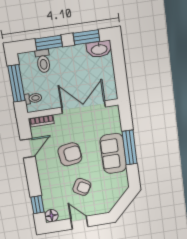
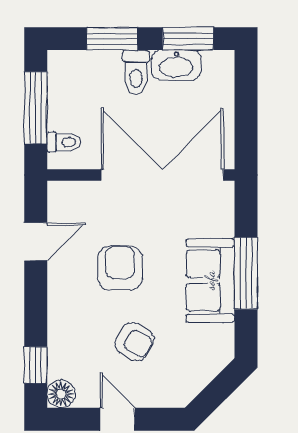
washbasin: (99, 49) -> (176, 65), moved
toilet: (43, 61) -> (136, 72), moved
double door: (83, 107) -> (162, 175), width x1.36
bookcase: (42, 121) -> (74, 190), removed
armchair: (70, 154) -> (120, 268), turned -82

